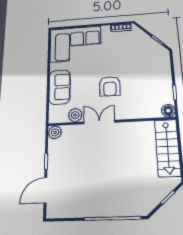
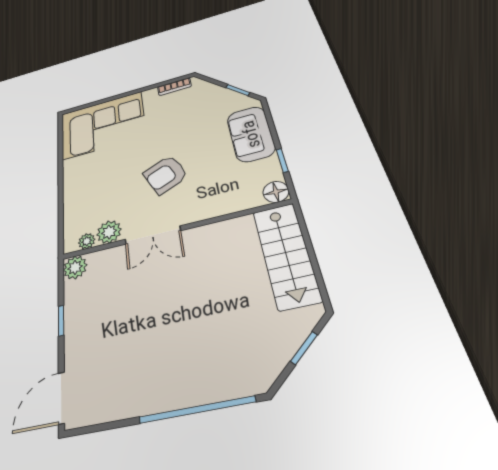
armchair: (110, 86) -> (165, 175), turned 66
sofa: (60, 87) -> (251, 134), moved, turned 180
plant: (62, 118) -> (87, 241), added
double door: (99, 122) -> (153, 235), swing flipped
door: (45, 190) -> (61, 398), moved

